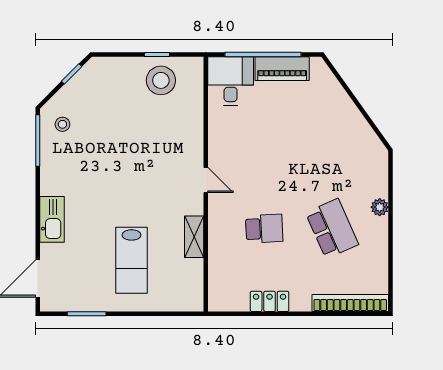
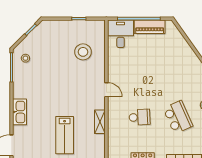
stool: (161, 80) -> (83, 52), moved

